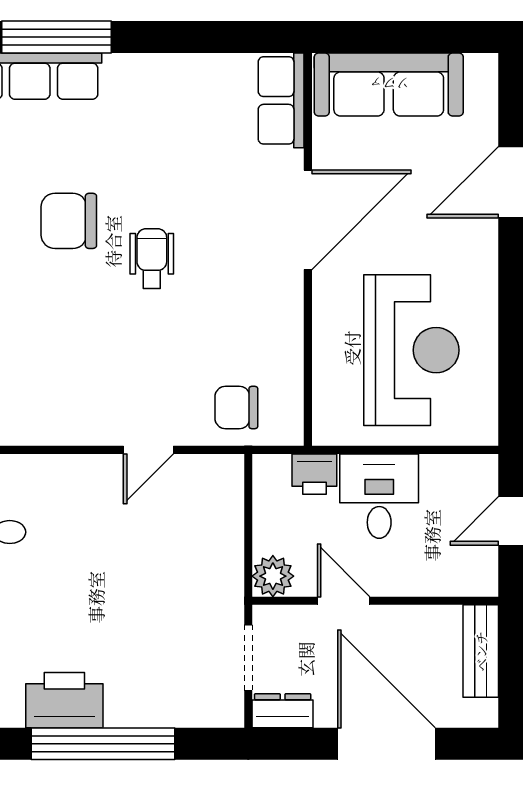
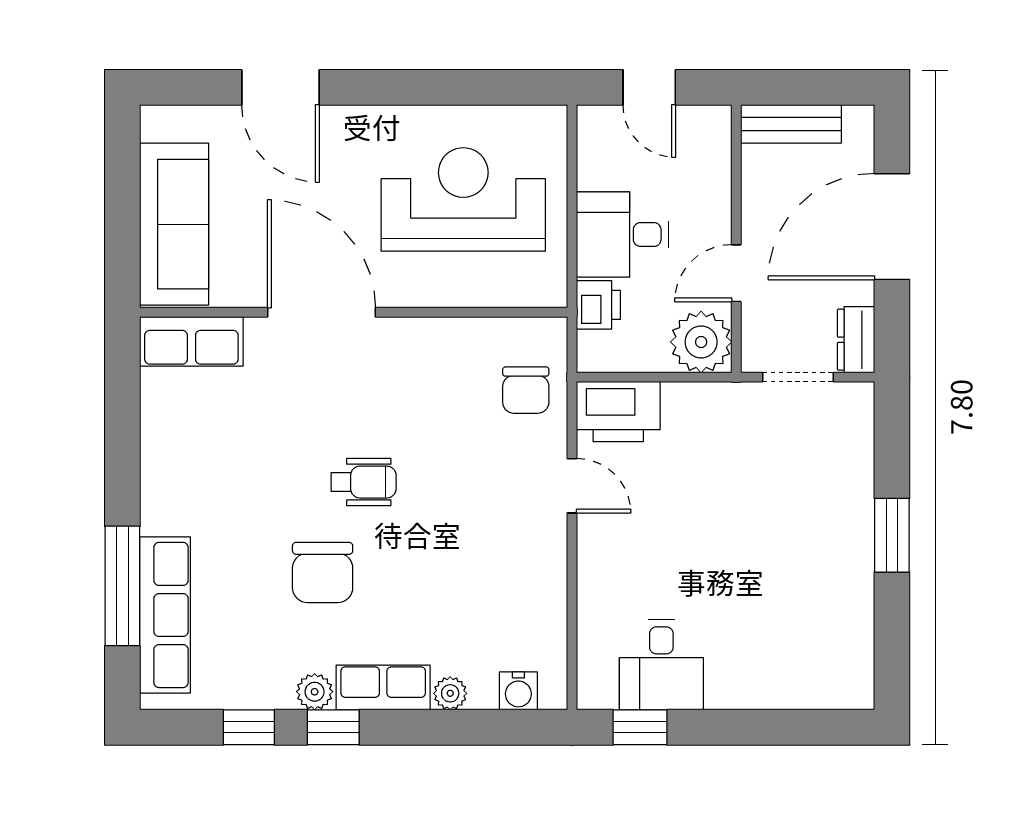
wheelchair: (152, 259) -> (364, 482), turned 180
plant: (273, 576) -> (701, 342), width x1.36, depth x1.36
printer: (64, 700) -> (618, 412), moved, turned -90
window: (103, 744) -> (892, 535), width x0.47

